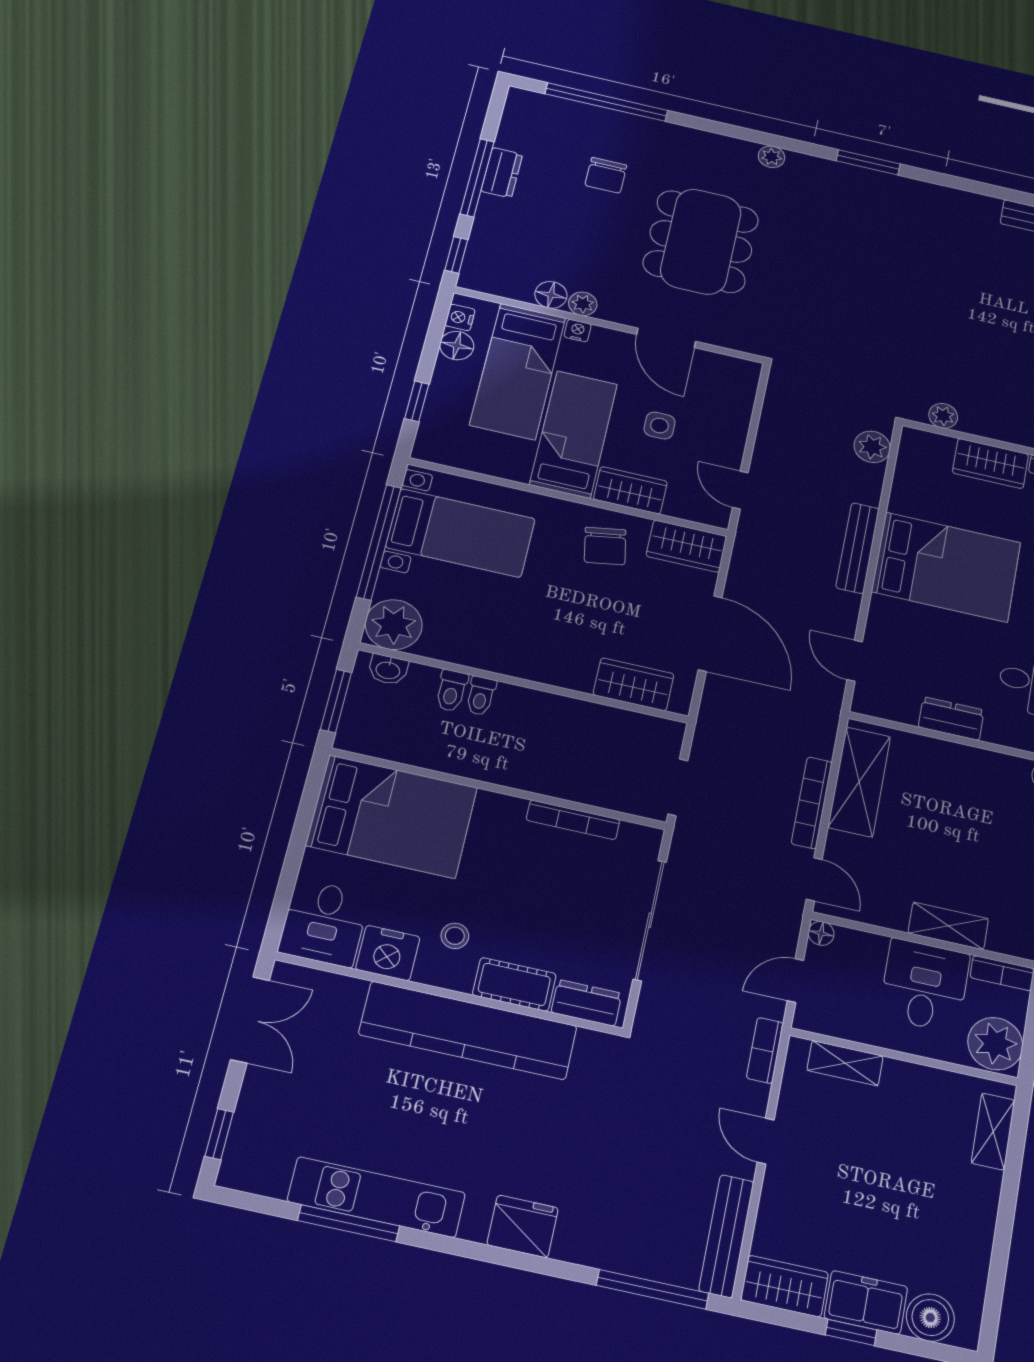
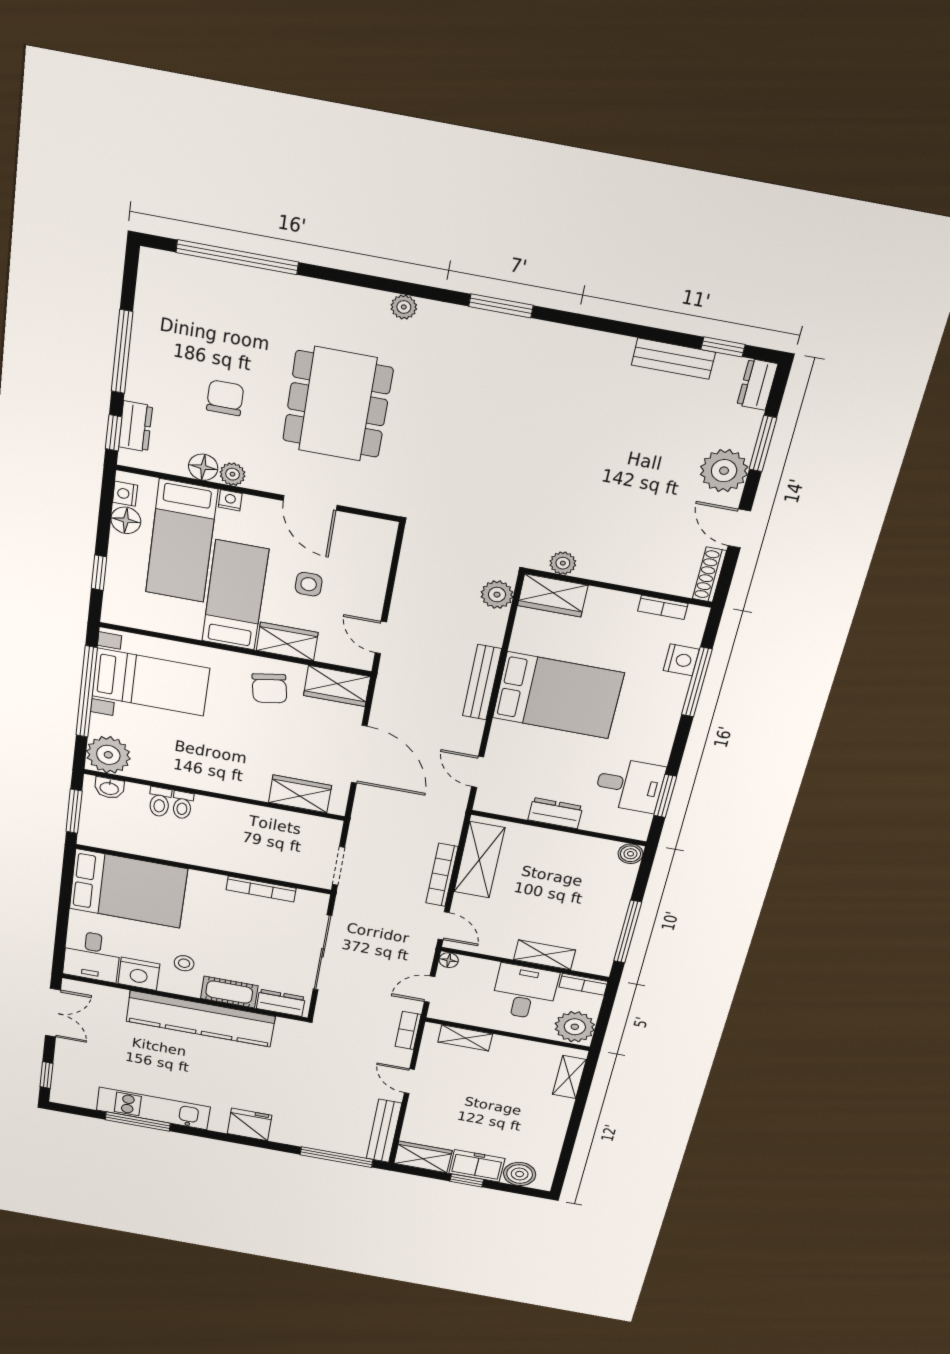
dresser: (502, 173) -> (135, 426), moved
chair: (606, 175) -> (225, 398), moved, turned 180
wardrobe: (991, 463) -> (553, 595), moved

